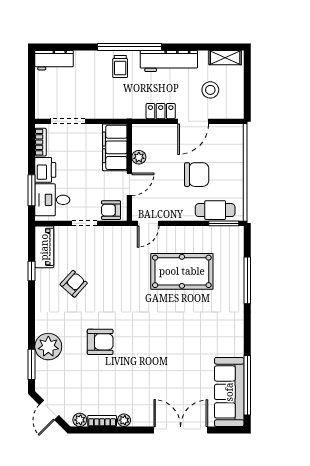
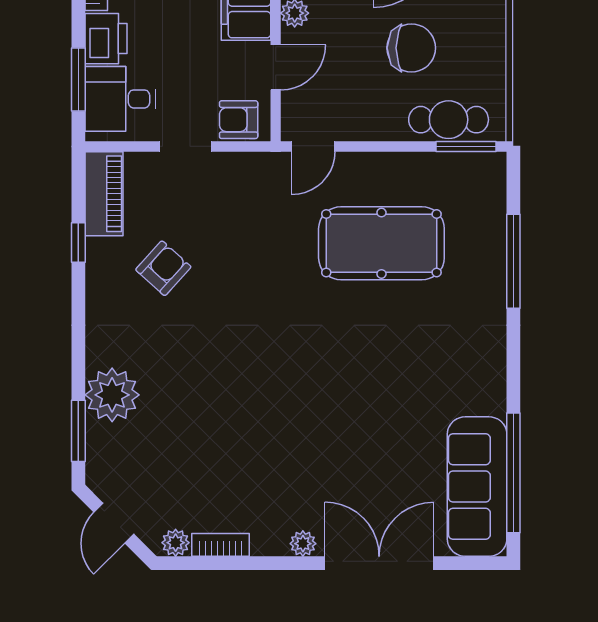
armchair: (100, 342) -> (217, 385), removed
plant: (124, 420) -> (303, 544), moved

